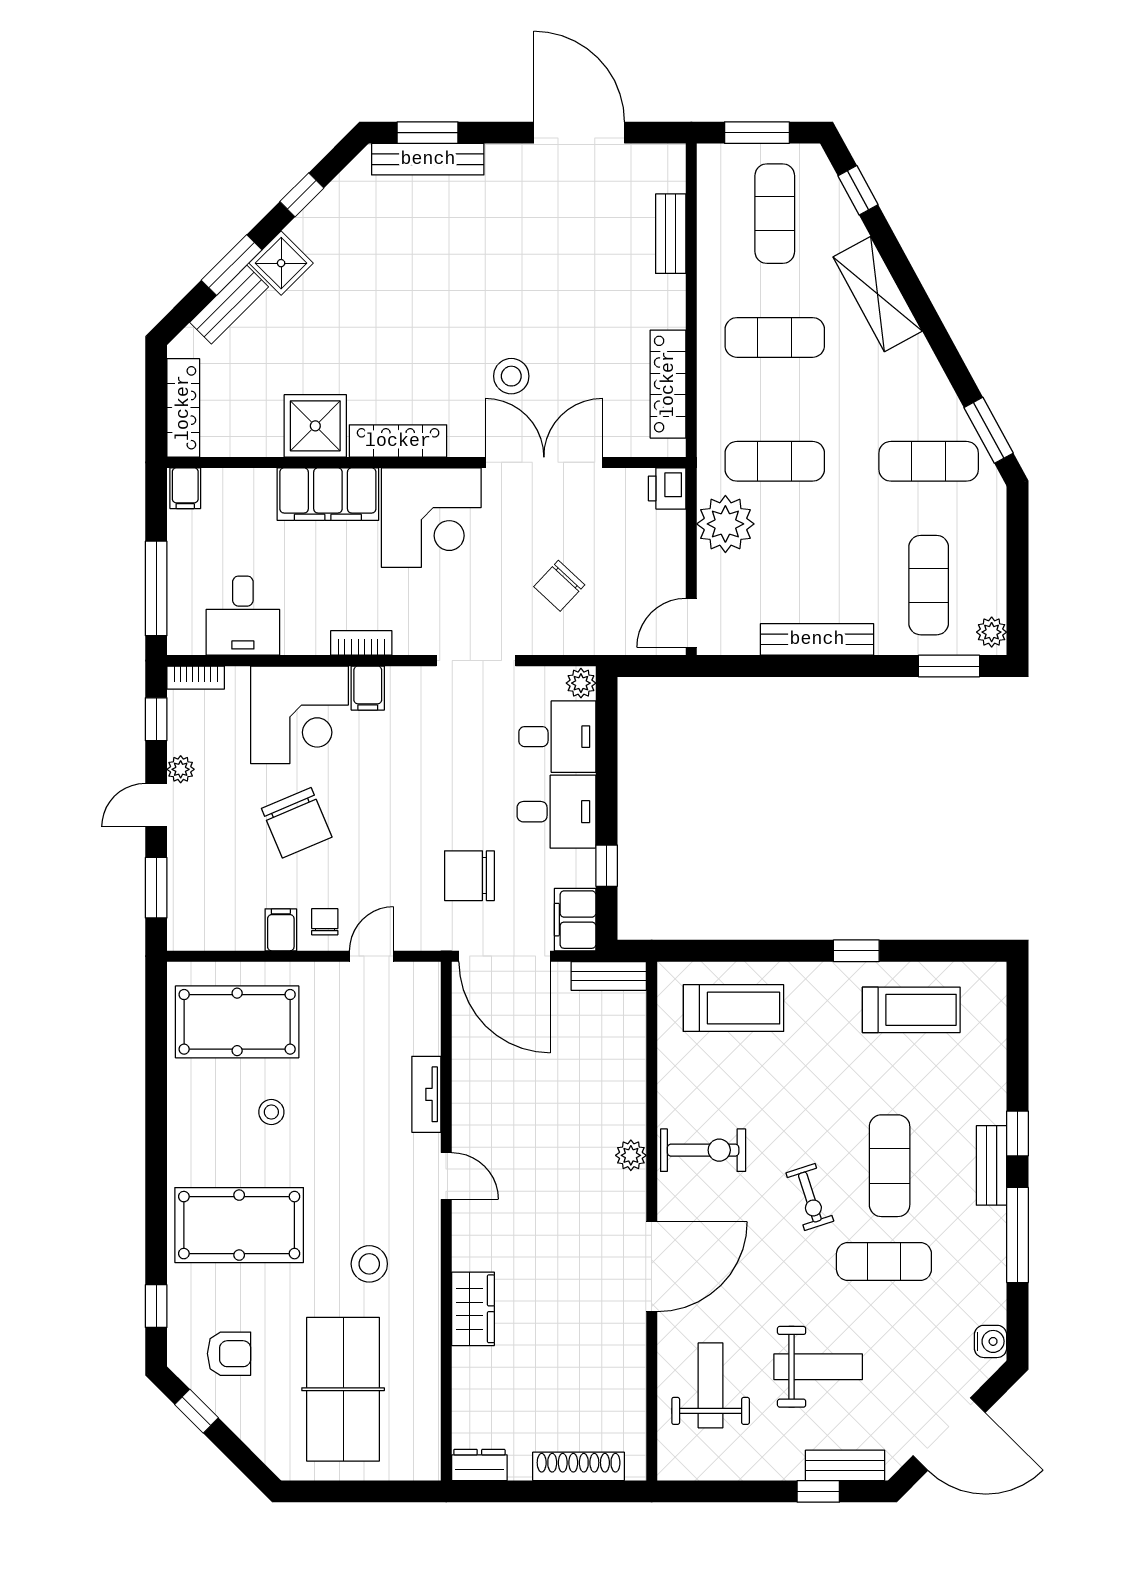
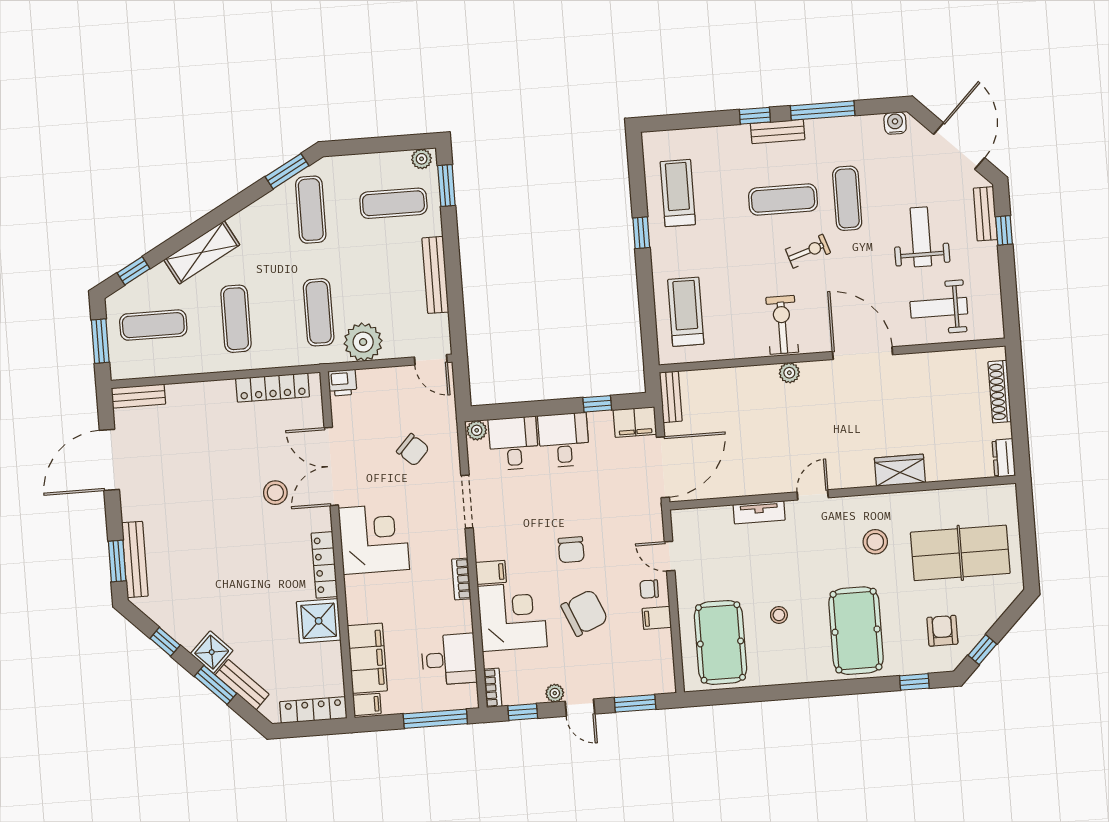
bench: (671, 234) -> (138, 396), moved
filing cabinet: (328, 494) -> (367, 658), moved
chair: (469, 876) -> (571, 550), moved, width x0.73, depth x0.73

